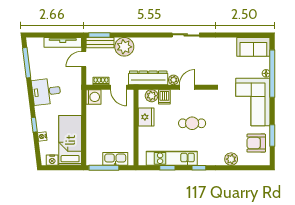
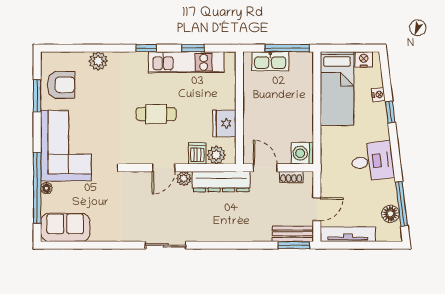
plant: (124, 47) -> (257, 228), removed
floor lamp: (34, 56) -> (390, 214), added

